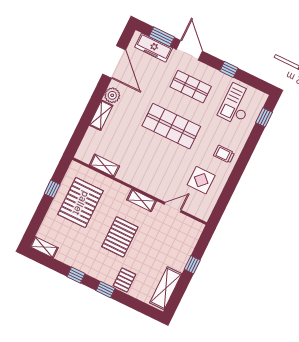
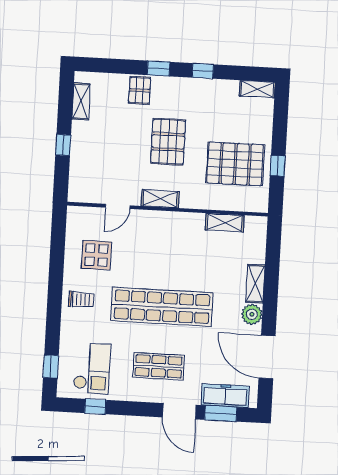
window: (229, 69) -> (95, 406), moved
shop shelf: (171, 126) -> (162, 307), width x1.40
pallet: (81, 203) -> (235, 164), turned 90
shelving: (166, 288) -> (81, 101), width x0.67, depth x0.75

